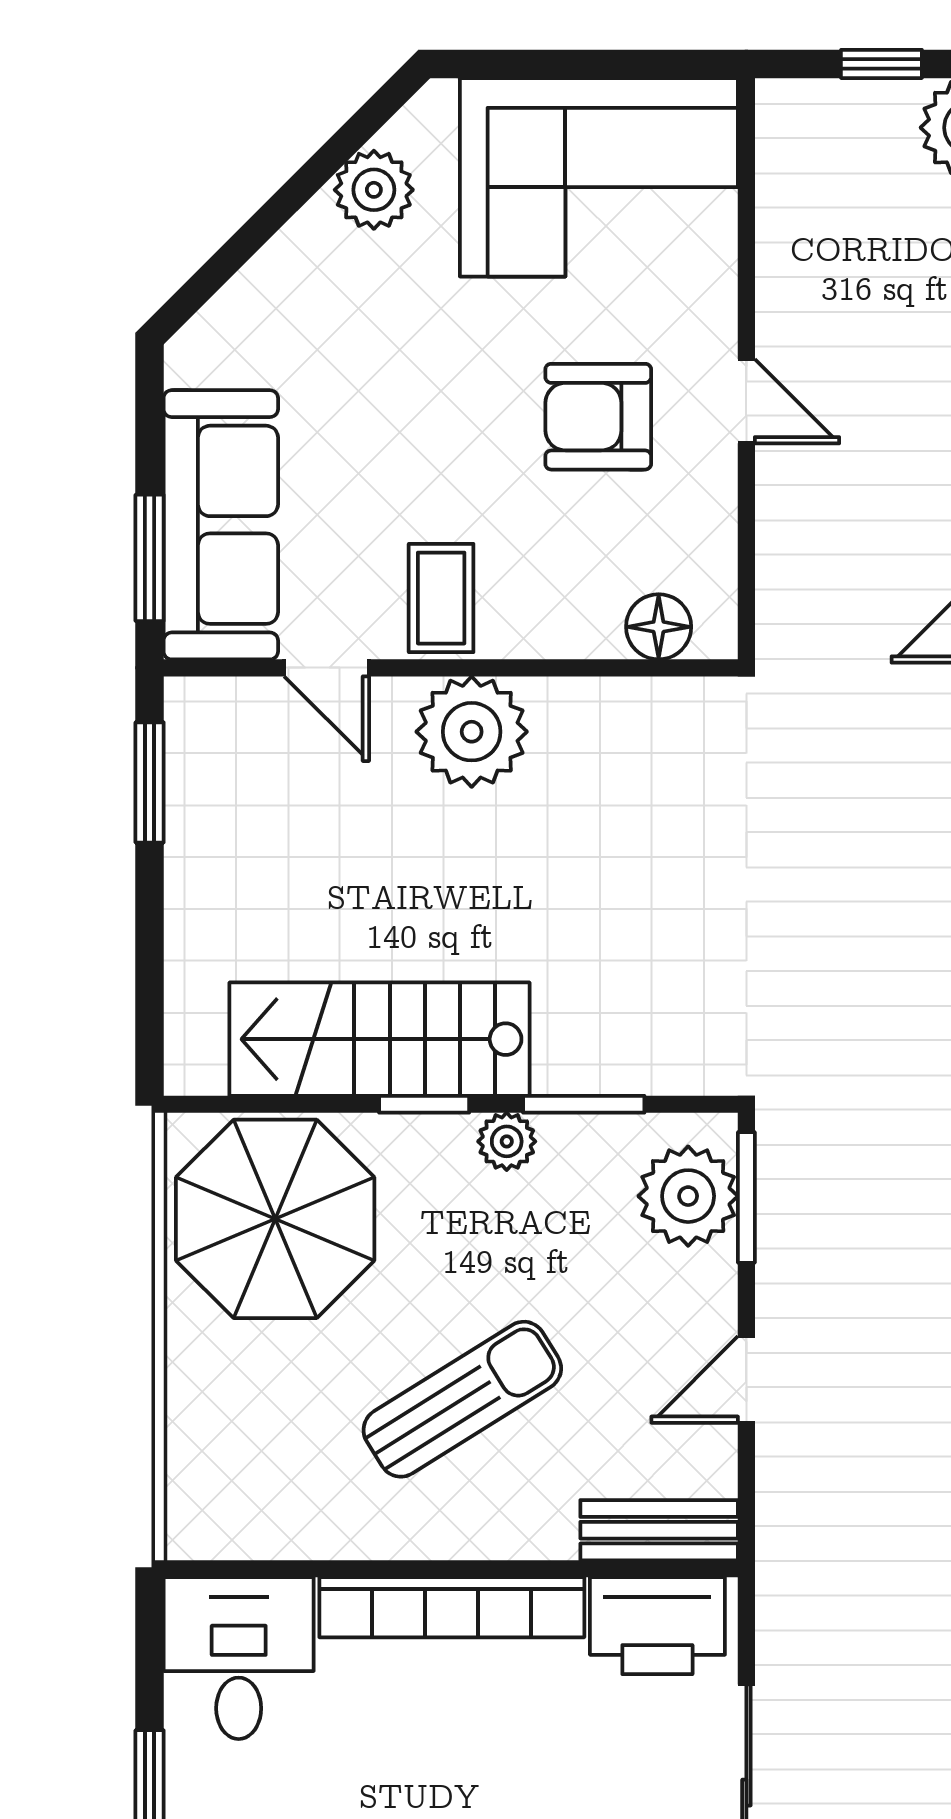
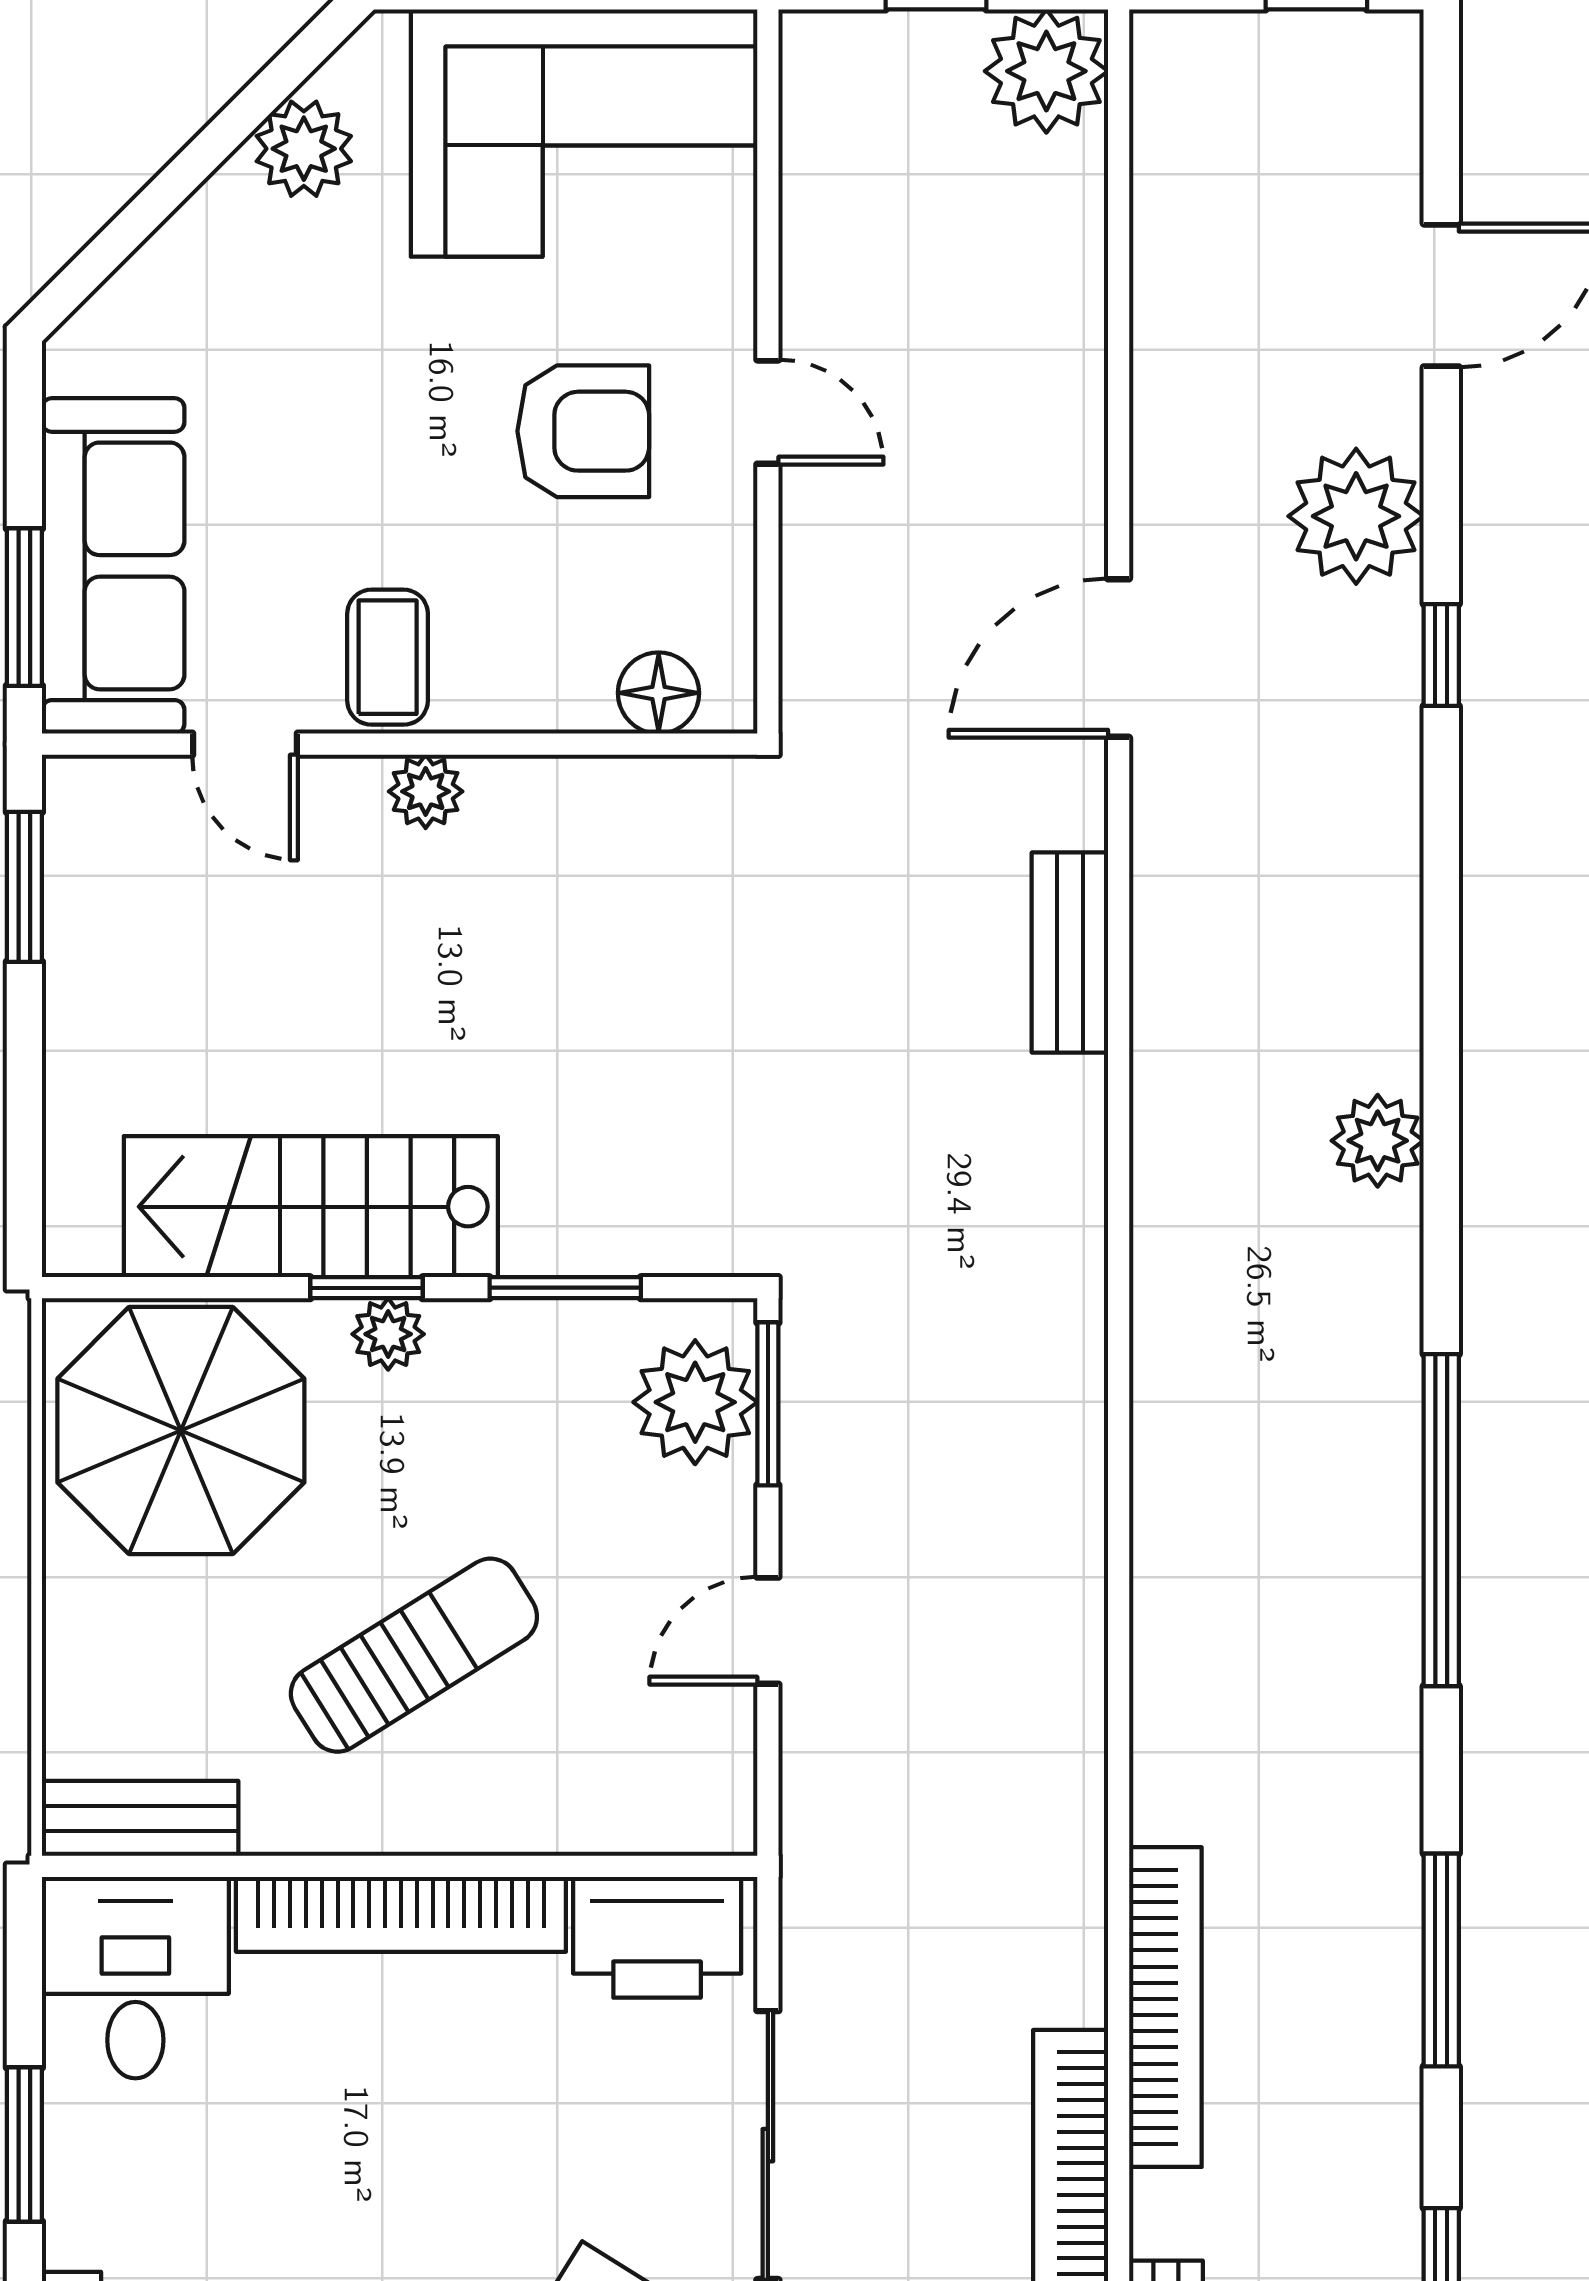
armchair: (598, 417) -> (583, 431), turned 180
plant: (472, 732) -> (426, 791), width x0.53, depth x0.53
plant: (507, 1141) -> (388, 1334), moved
bench: (659, 1530) -> (140, 1818), moved

